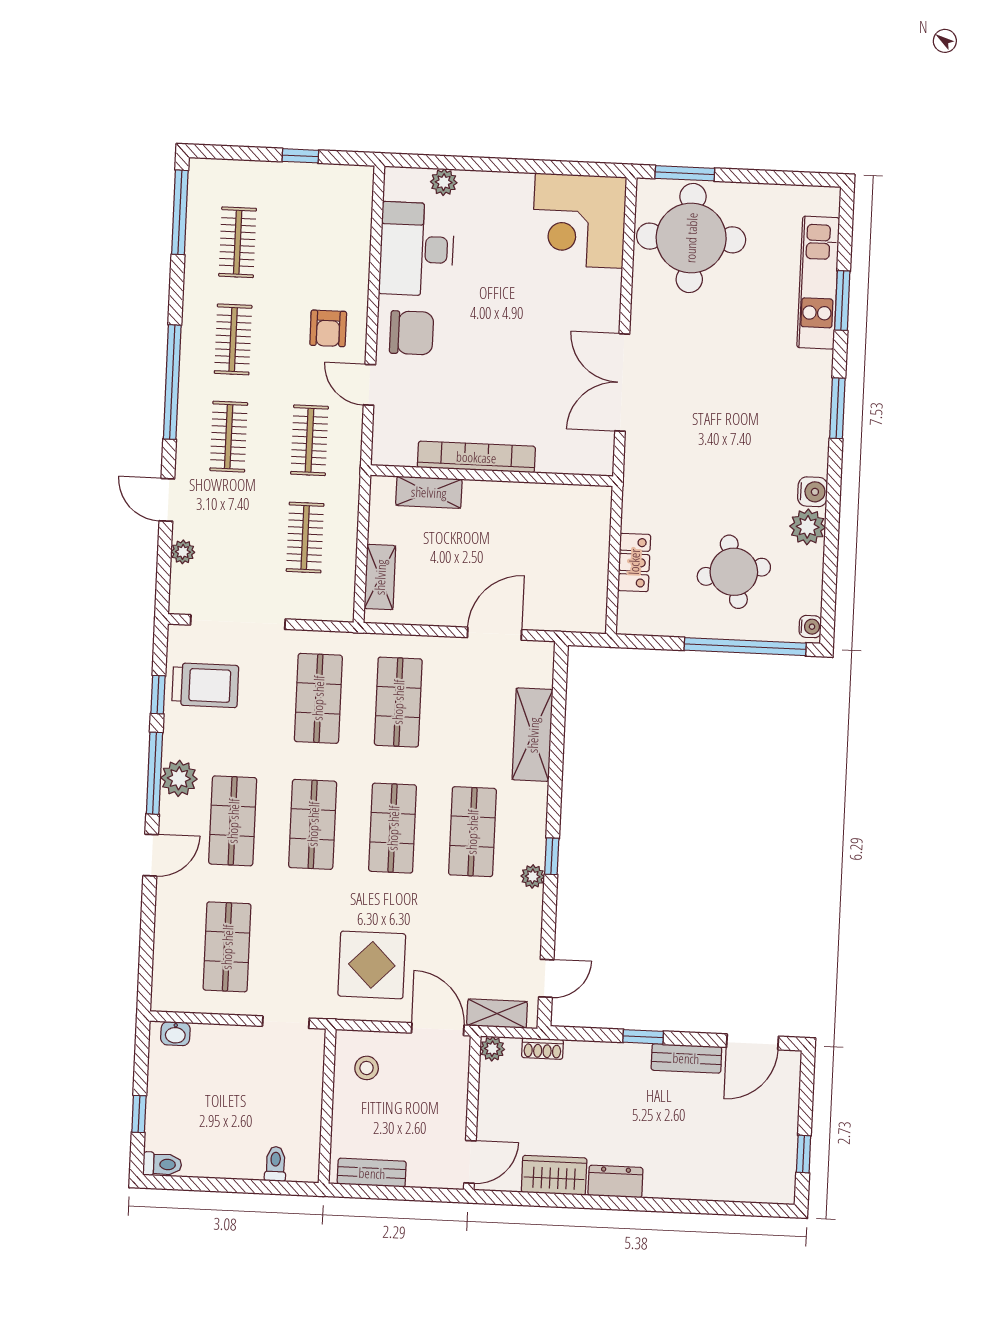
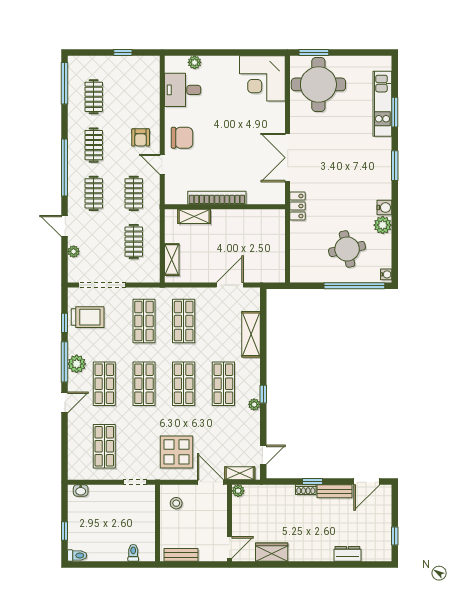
desk: (417, 249) -> (183, 90), width x0.73
locker: (634, 562) -> (297, 206), moved
shoe rack: (542, 1049) -> (306, 490), moved
dresser: (615, 1181) -> (347, 554), moved

